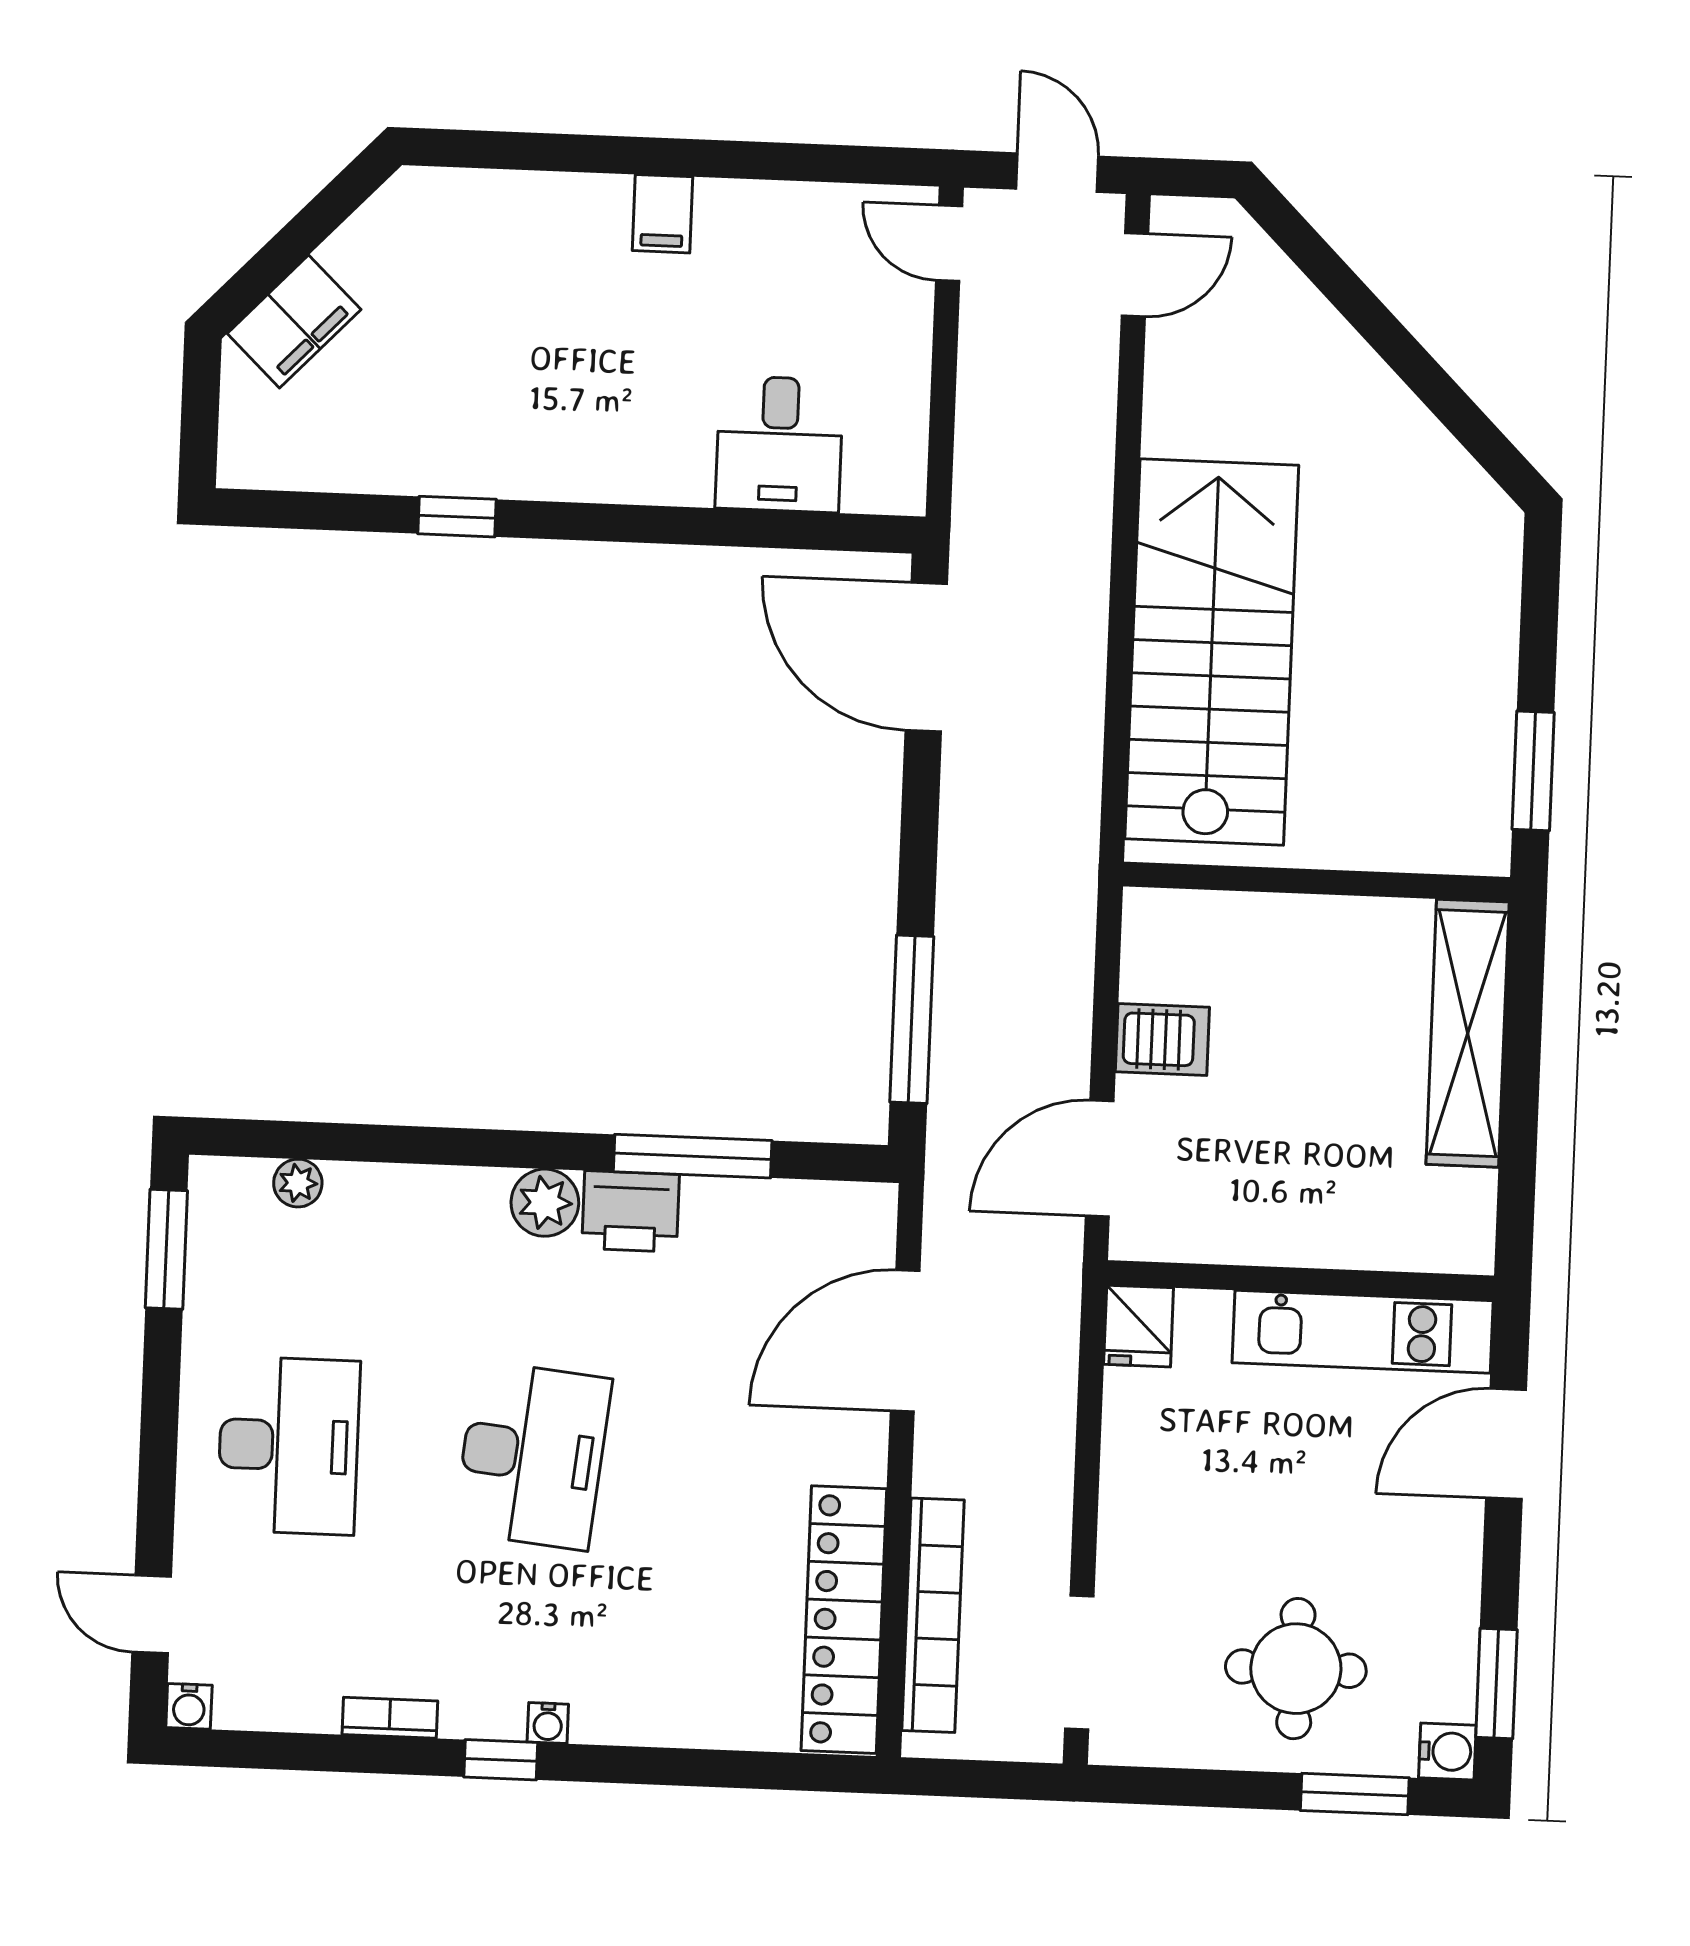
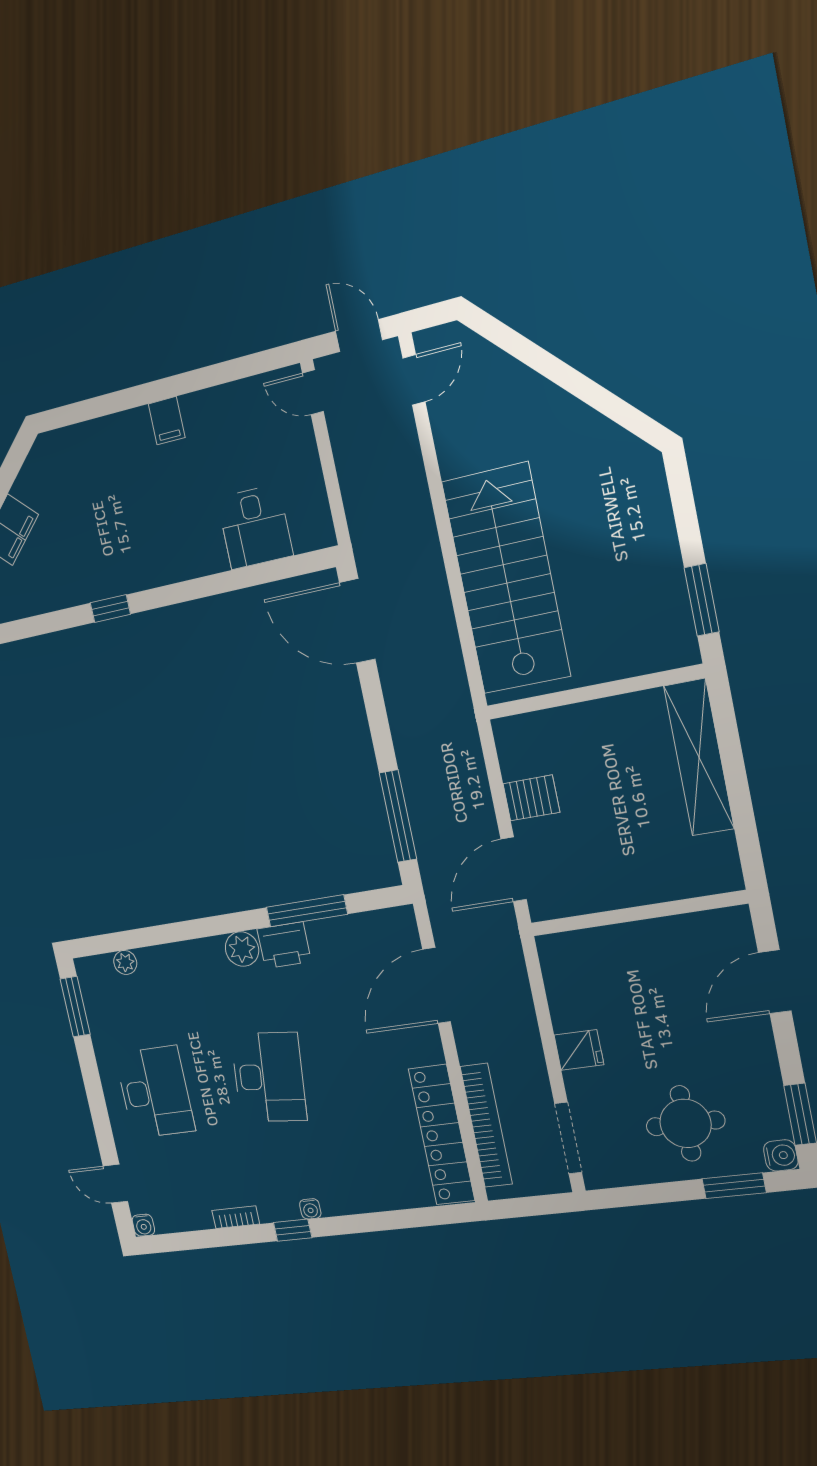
fridge: (1139, 1326) -> (579, 1050), moved, turned -90
kitchen unit: (1363, 1332) -> (679, 935), removed

